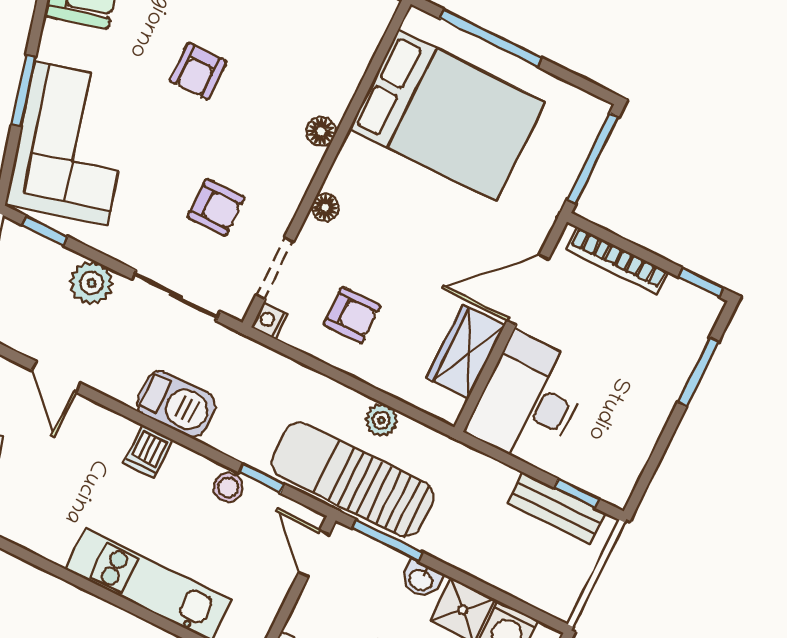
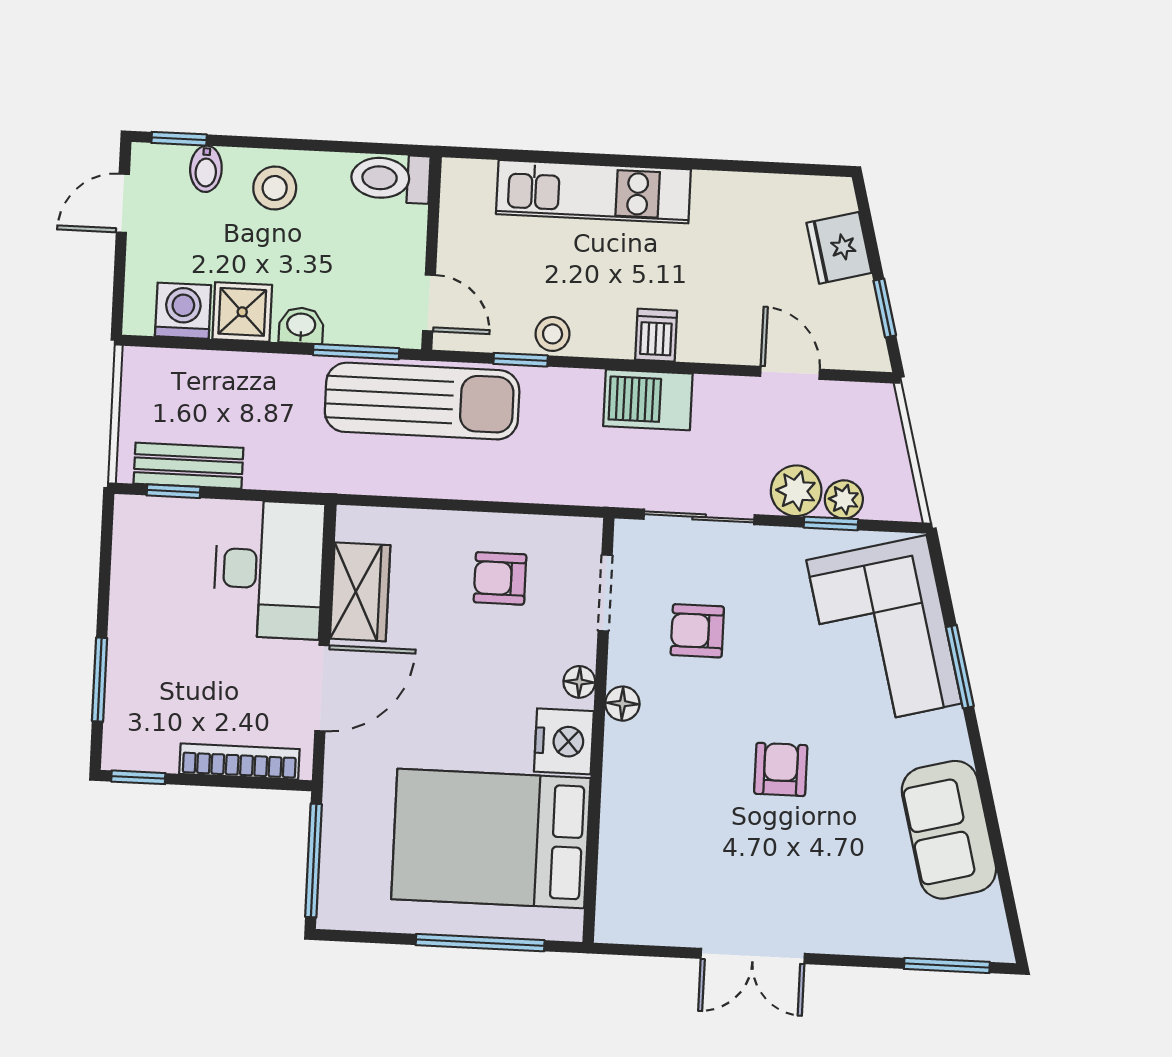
floor lamp: (321, 131) -> (622, 704), moved
window: (45, 231) -> (831, 523), moved
nightstand: (269, 320) -> (564, 741), moved, width x1.89, depth x1.79
plant: (381, 420) -> (844, 499), moved

